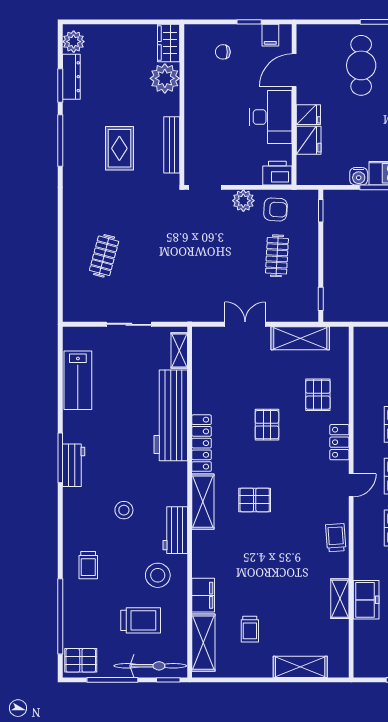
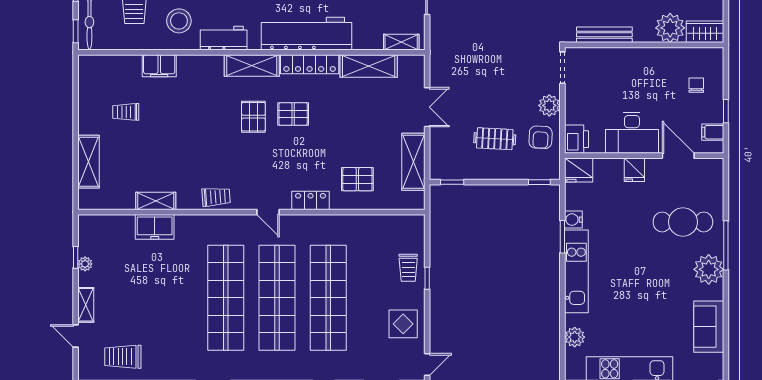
fridge: (309, 140) -> (579, 170), moved
workbench: (171, 415) -> (306, 34), moved
pallet: (267, 425) -> (293, 114), moved
shelving: (203, 643) -> (369, 66), moved

